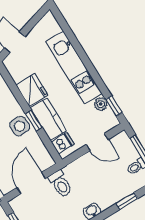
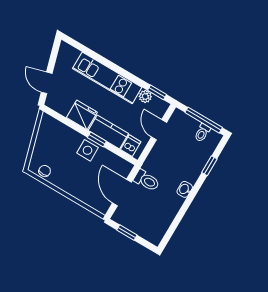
door: (97, 142) -> (159, 130), swing flipped

